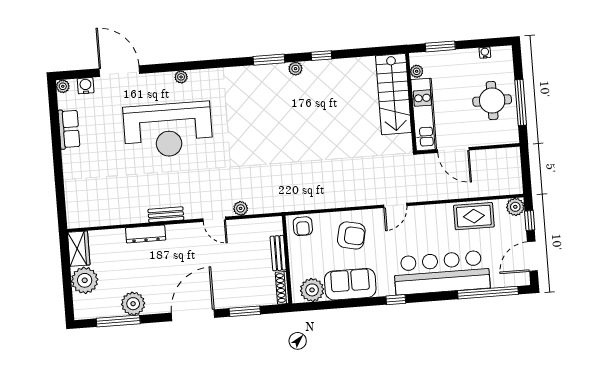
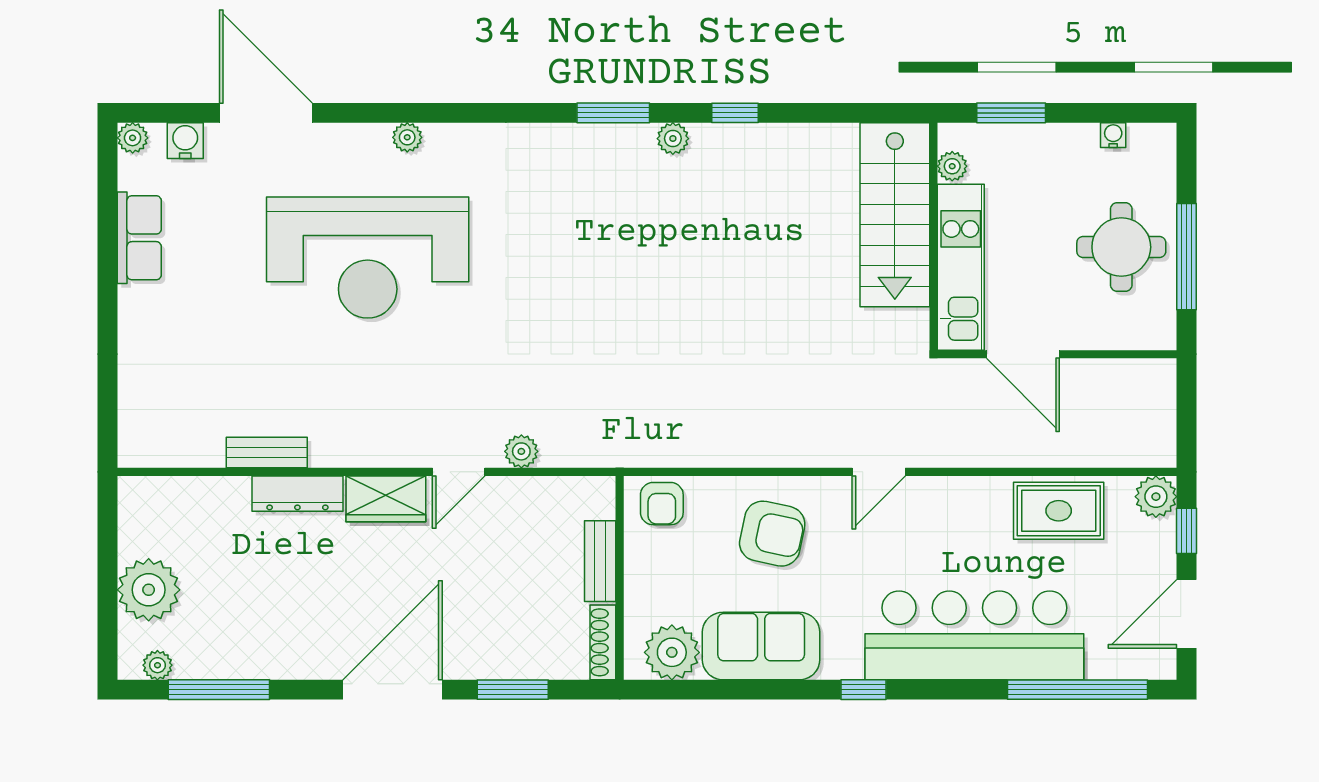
bench: (166, 215) -> (267, 453), moved
door: (214, 219) -> (459, 472), hinge flipped
wardrobe: (79, 249) -> (386, 499), moved, turned 90
plant: (133, 304) -> (157, 665), moved, width x0.53, depth x0.53

